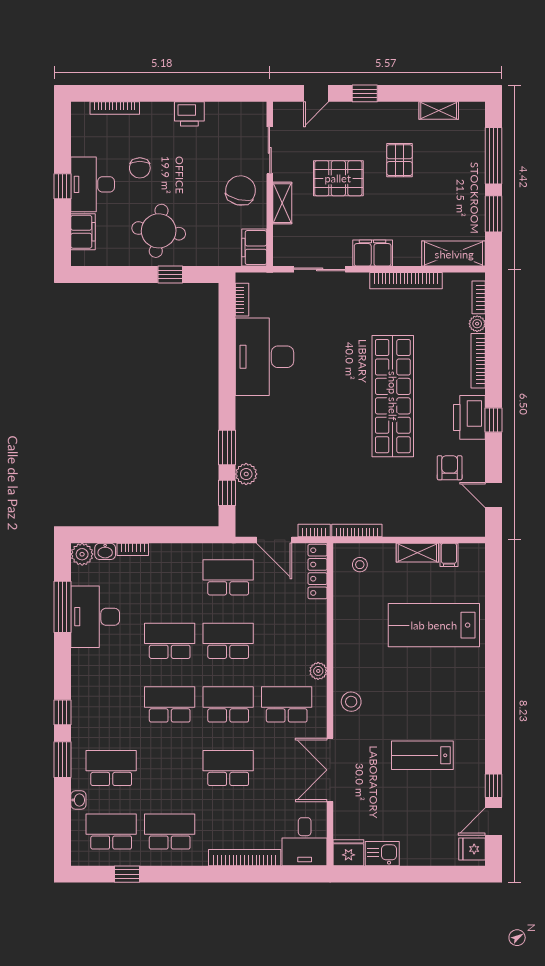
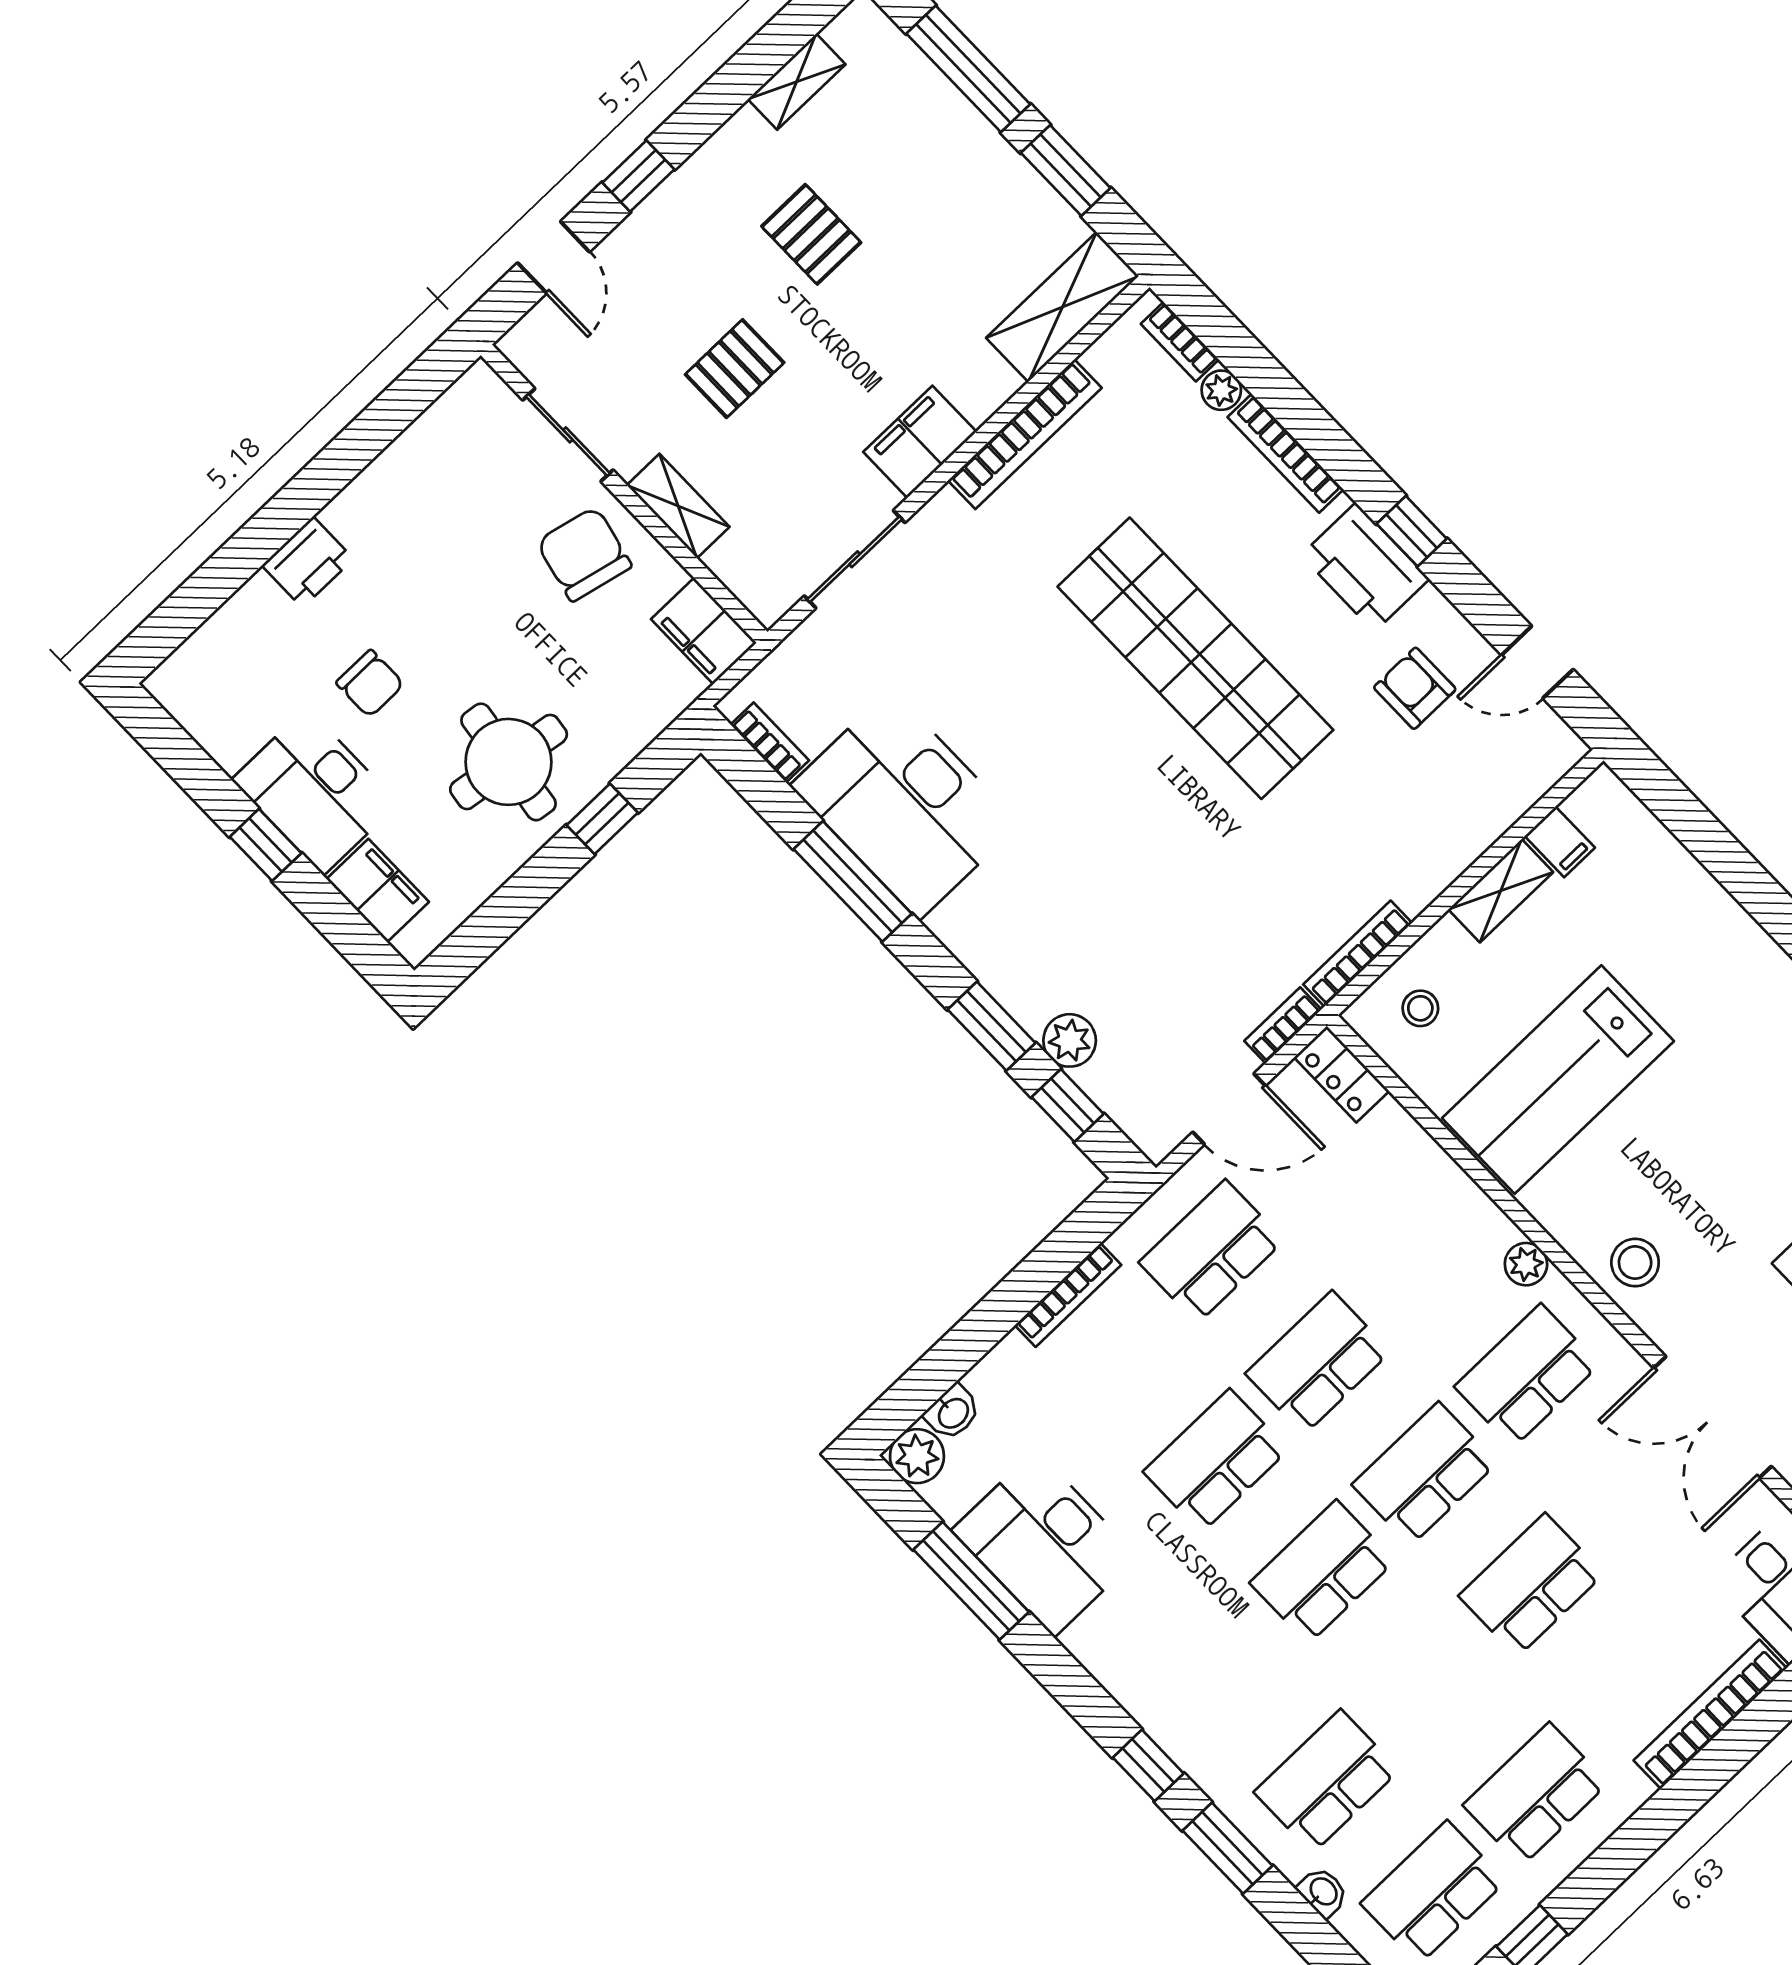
bookcase: (115, 108) -> (226, 621), removed
printer: (189, 114) -> (308, 562), moved
pallet: (338, 178) -> (735, 369), width x0.67, depth x0.71
window: (227, 365) -> (853, 881), added
bookcase: (133, 549) -> (1068, 1295), moved, width x1.56
locker: (318, 572) -> (1342, 1074), width x0.66
lab bench: (434, 625) -> (1558, 1080), moved

